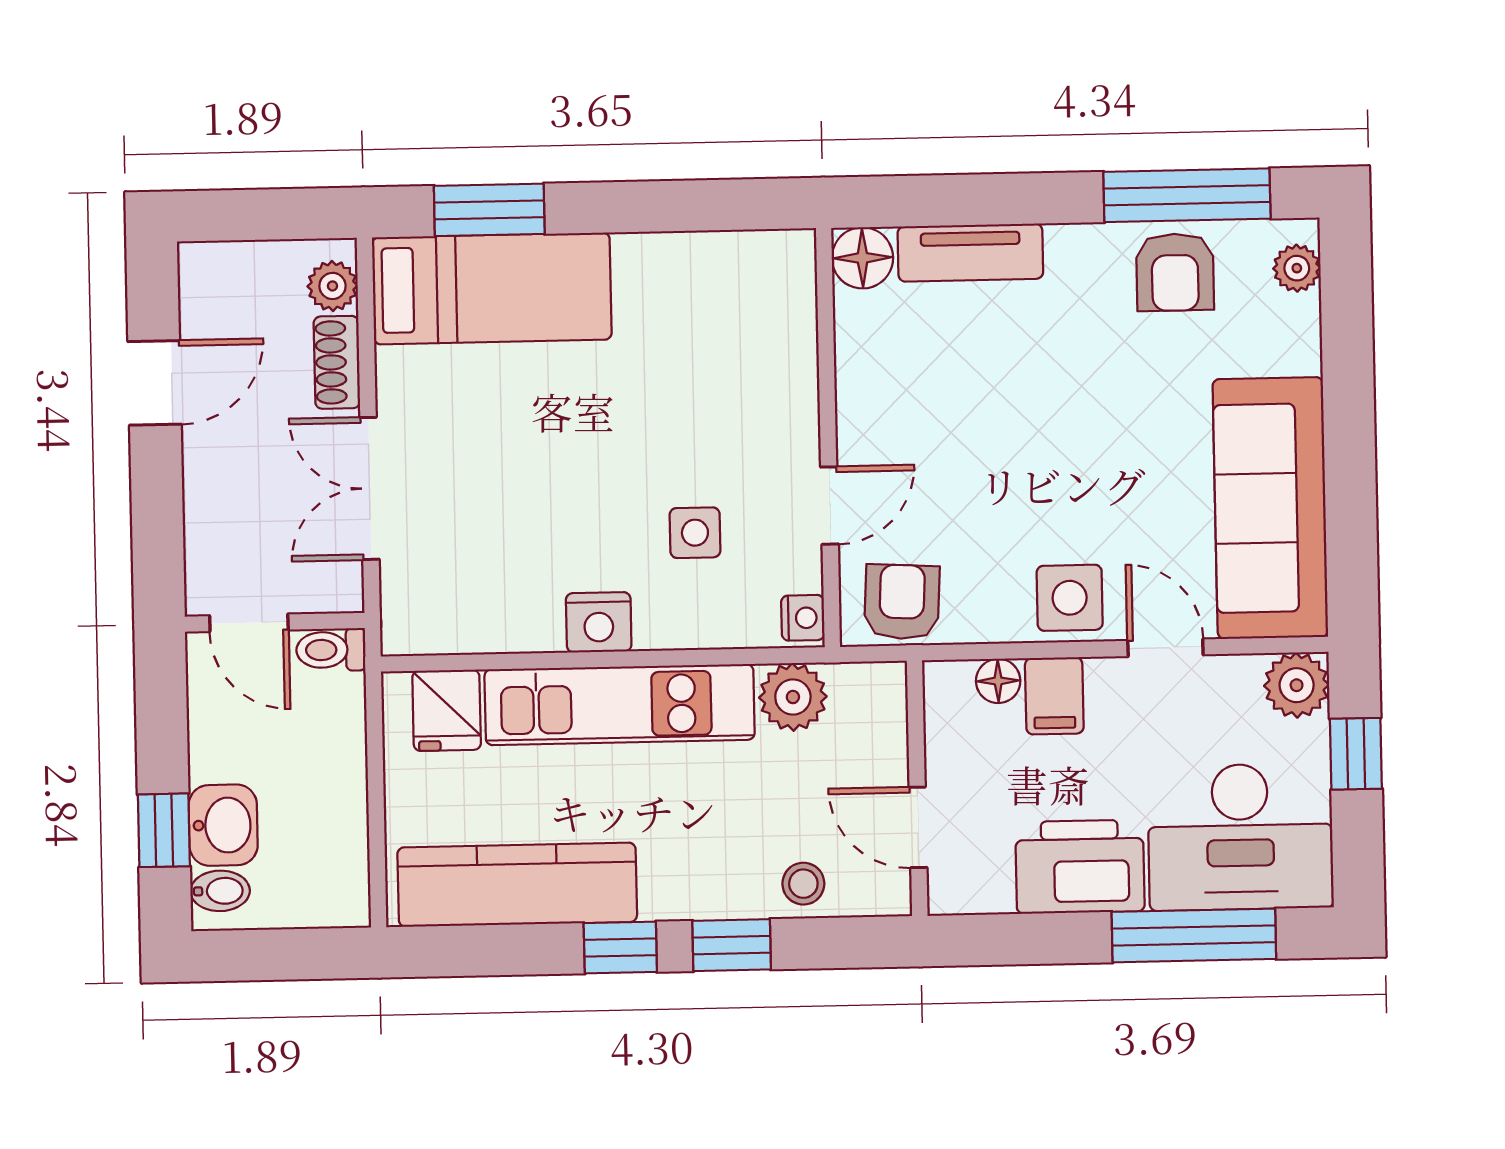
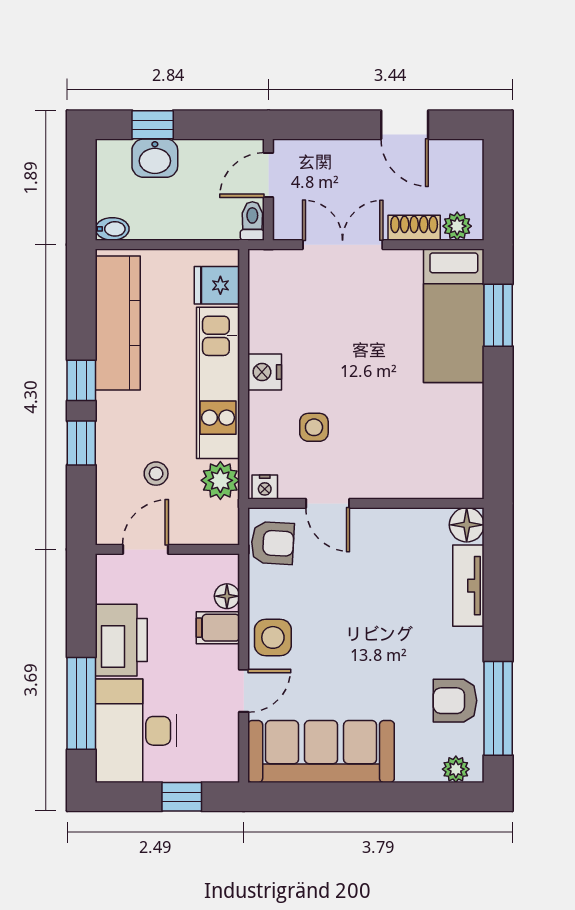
plant: (1297, 685) -> (221, 764), removed
stool: (803, 884) -> (156, 474), moved
bidet: (220, 891) -> (112, 229), moved, turned -90

